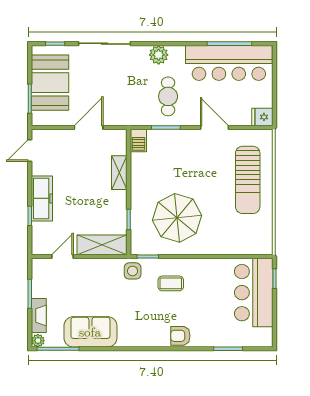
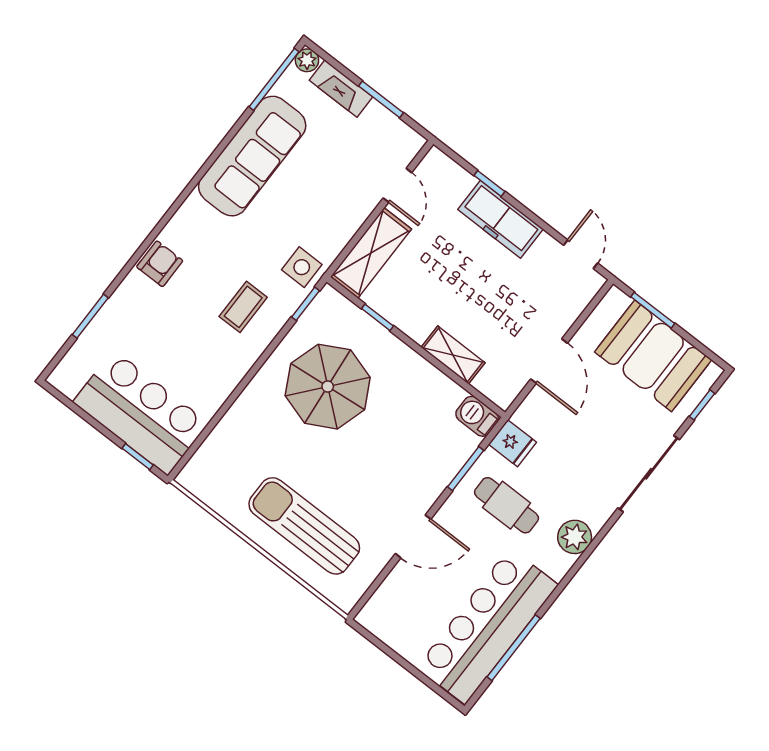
fridge: (262, 117) -> (513, 443), moved, turned 90
sofa: (90, 332) -> (252, 156), width x1.36

